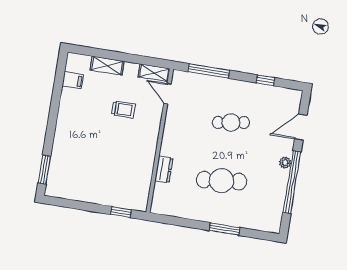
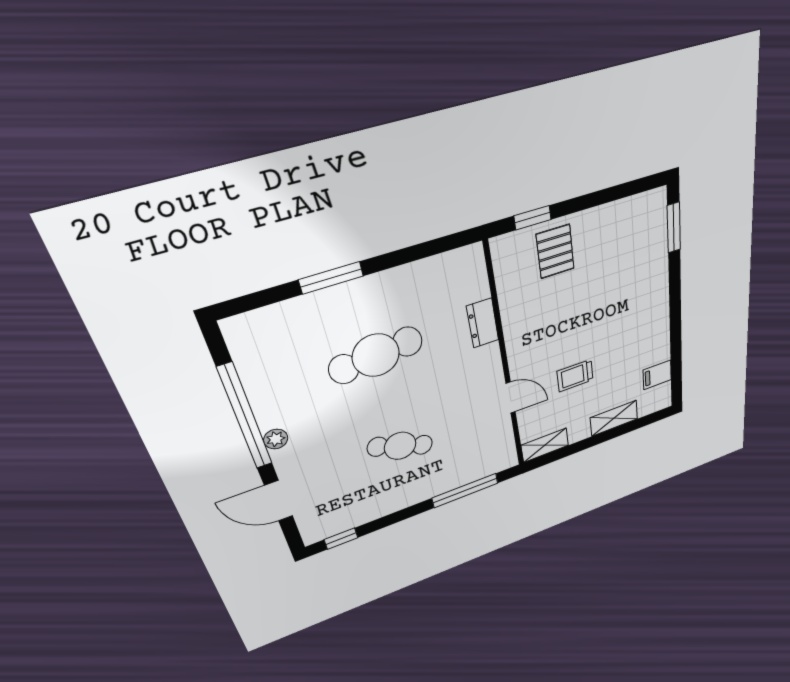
window: (266, 80) -> (341, 539), moved
door: (167, 94) -> (511, 398), moved
cafe table: (231, 123) -> (400, 446), turned 30
door: (301, 127) -> (279, 501), swing flipped
pallet: (114, 189) -> (555, 252), added

